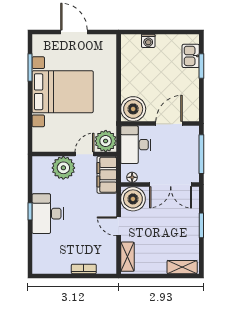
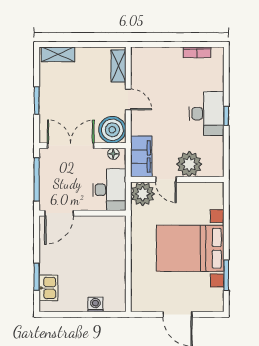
boiler: (133, 109) -> (112, 229), removed
door: (169, 124) -> (59, 213), moved
door: (85, 154) -> (166, 179), hinge flipped
bookcase: (84, 269) -> (197, 52), moved

